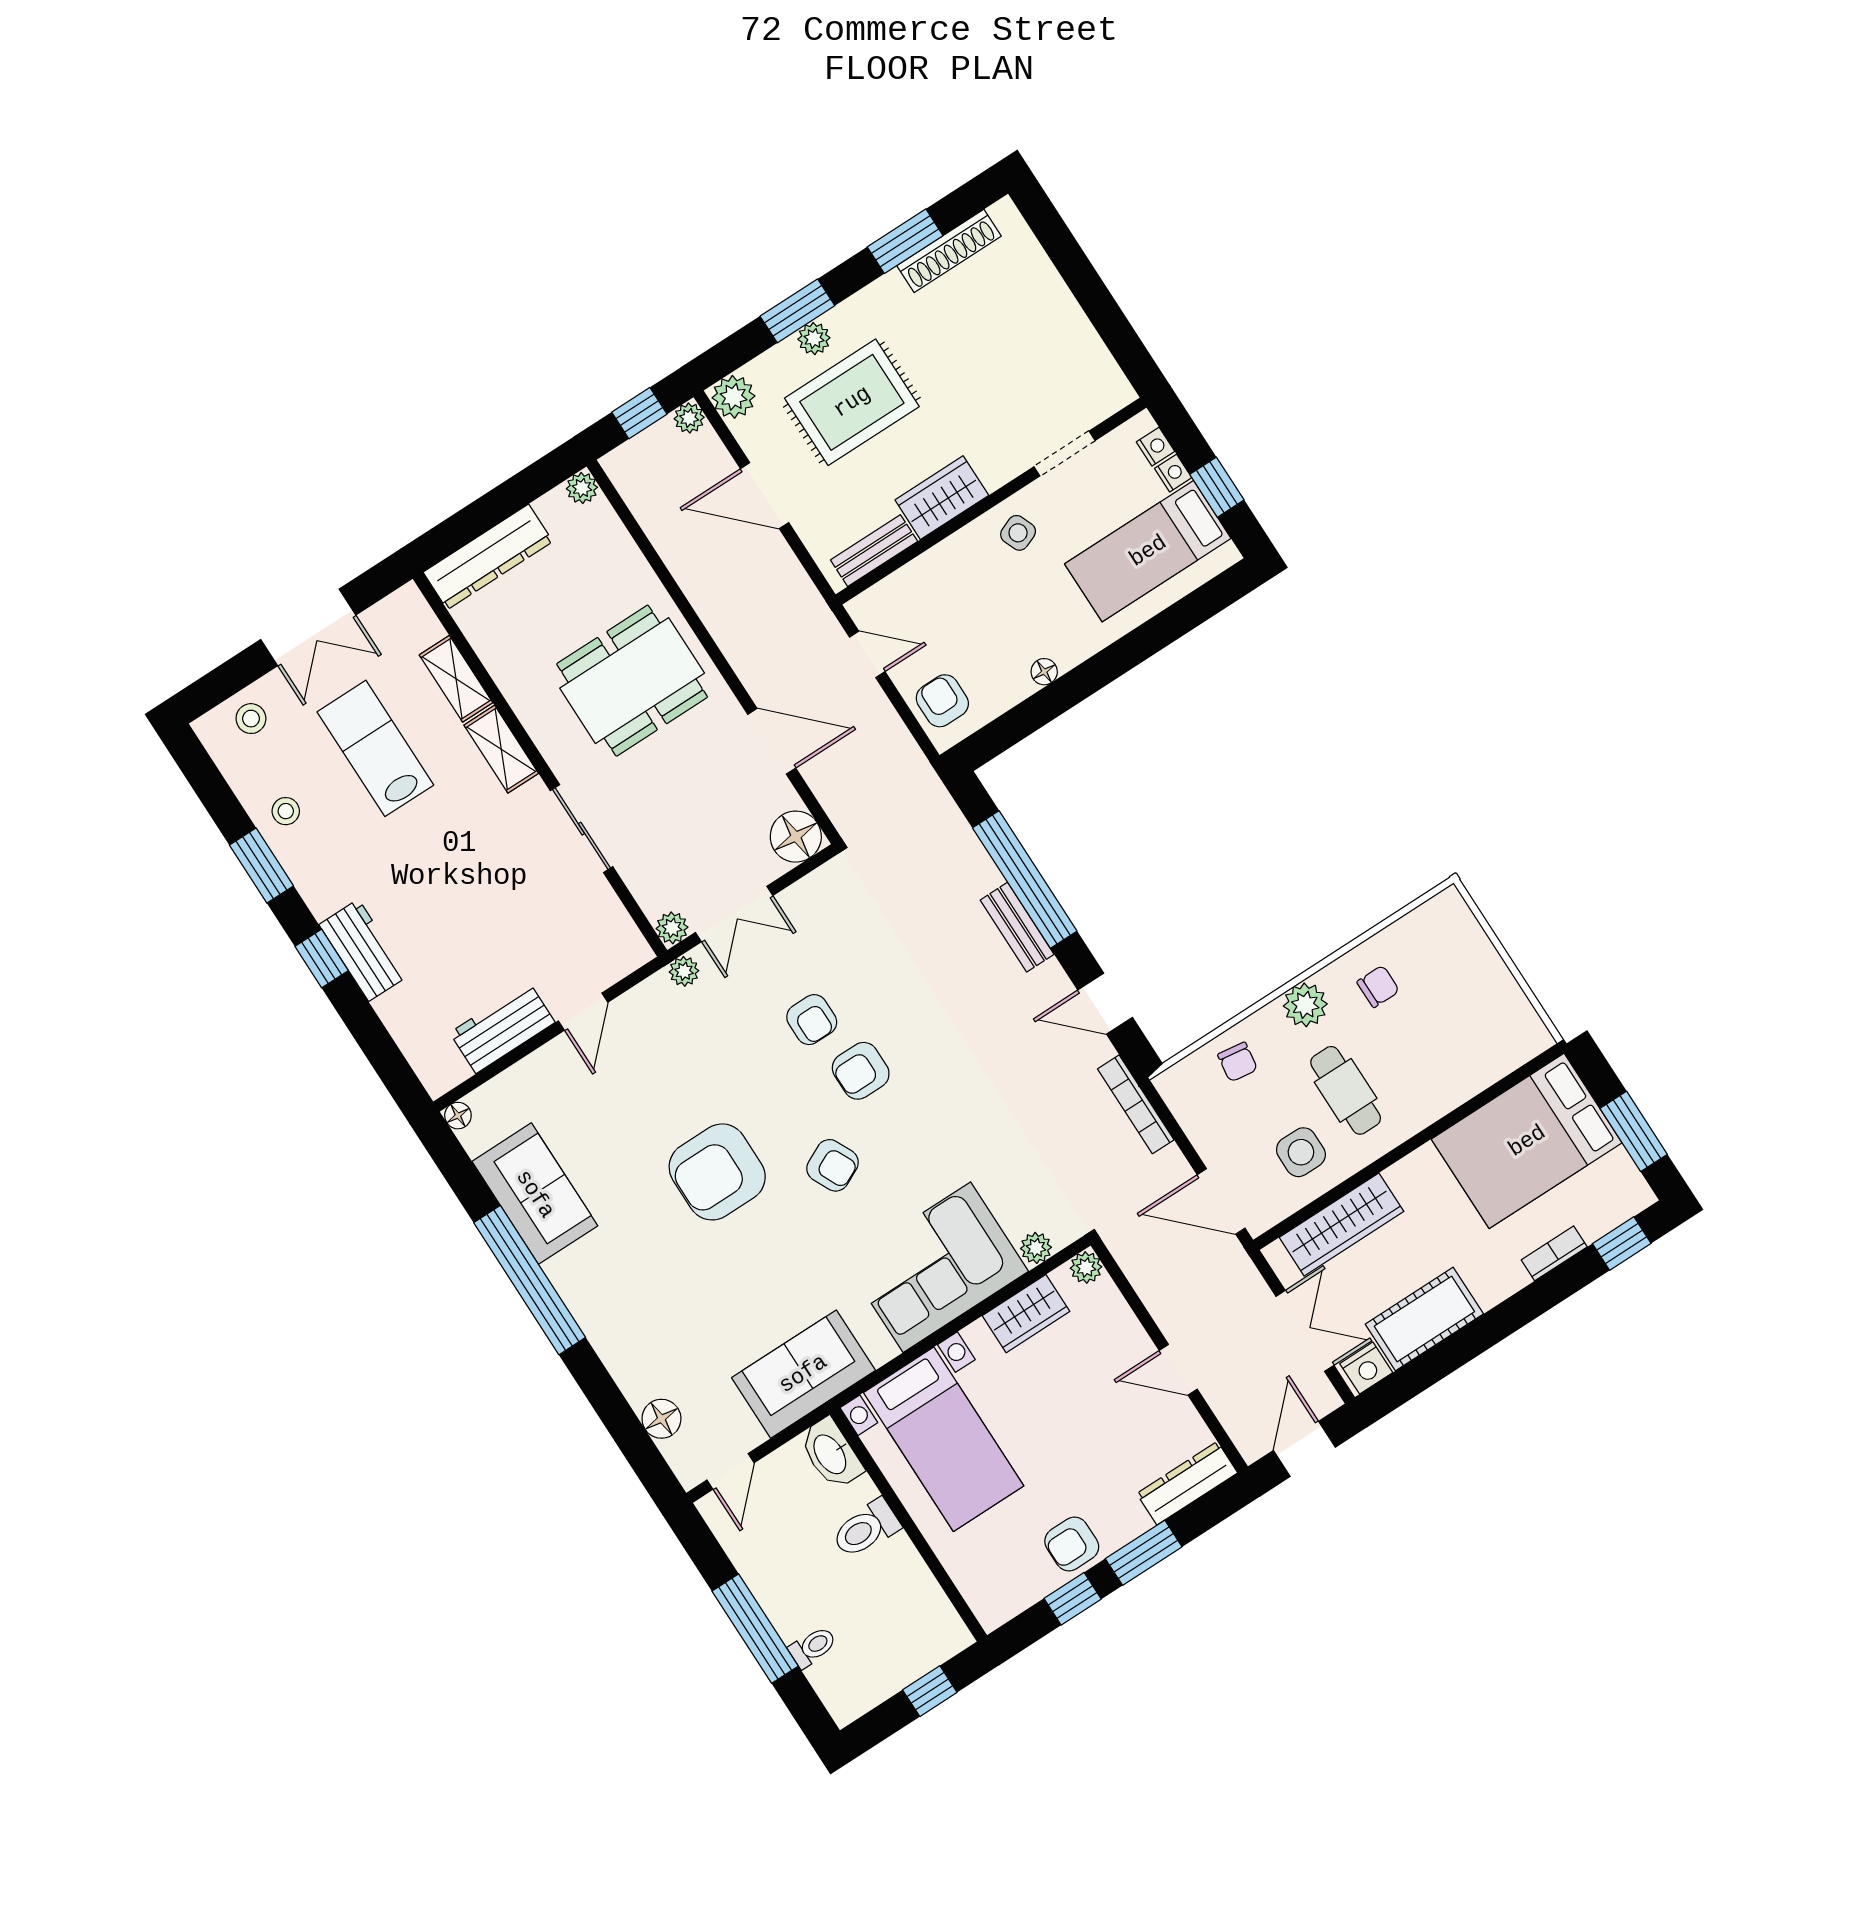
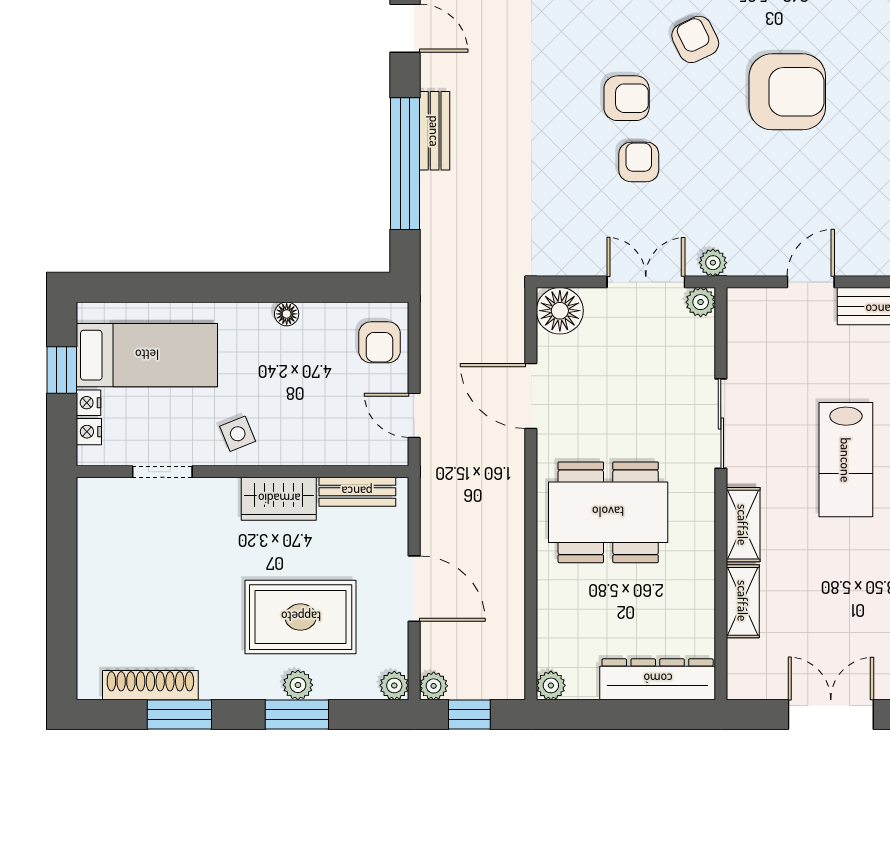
plant: (734, 397) -> (394, 685), width x0.73, depth x0.73
lab bench: (375, 748) -> (846, 460), moved

